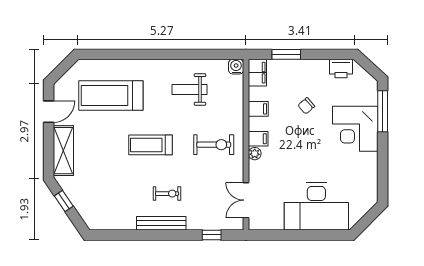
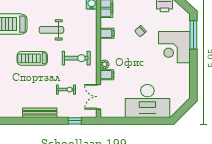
weight bench: (189, 89) -> (51, 30), moved
filing cabinet: (258, 139) -> (107, 75), moved
exercise bike: (167, 194) -> (66, 90), moved

